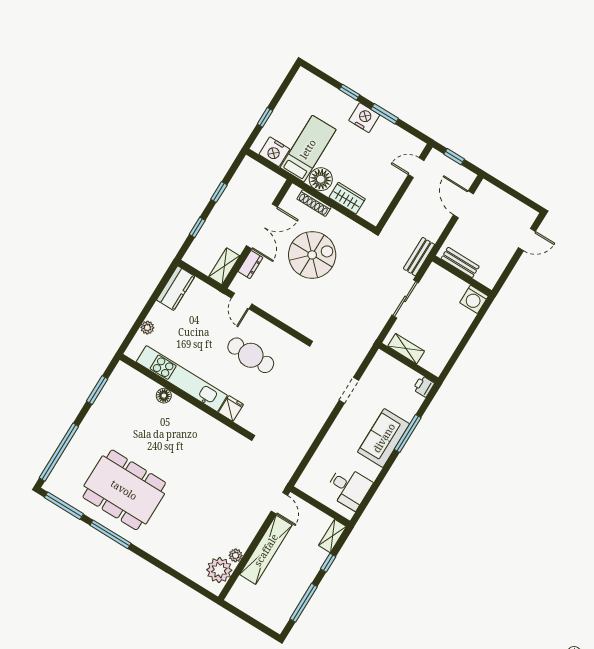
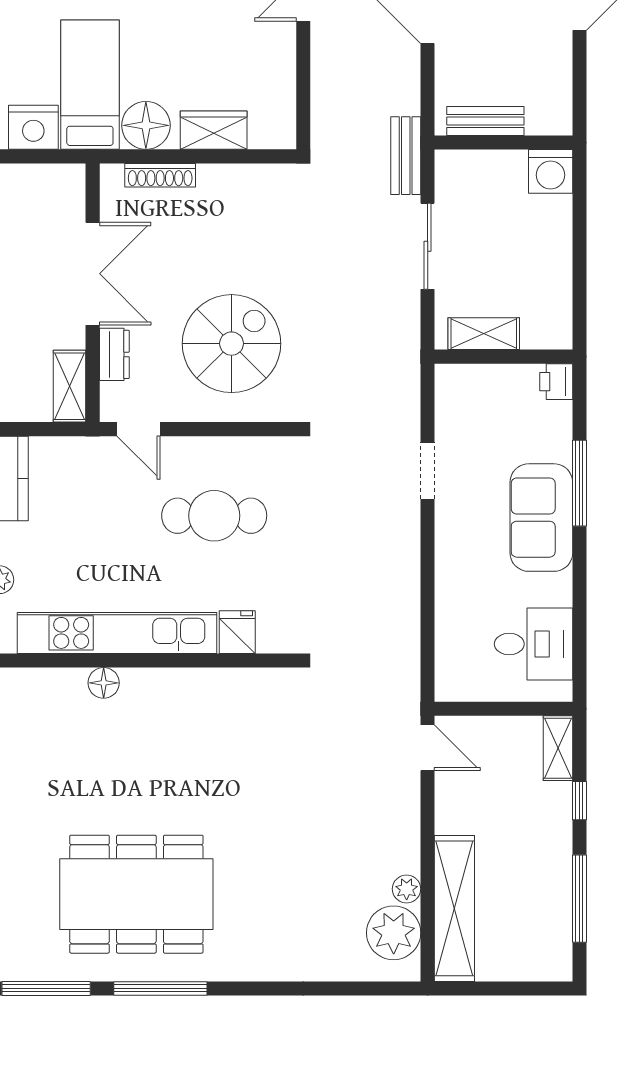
spiral stairs: (312, 255) -> (232, 344), moved
shelving: (266, 550) -> (454, 908), moved

